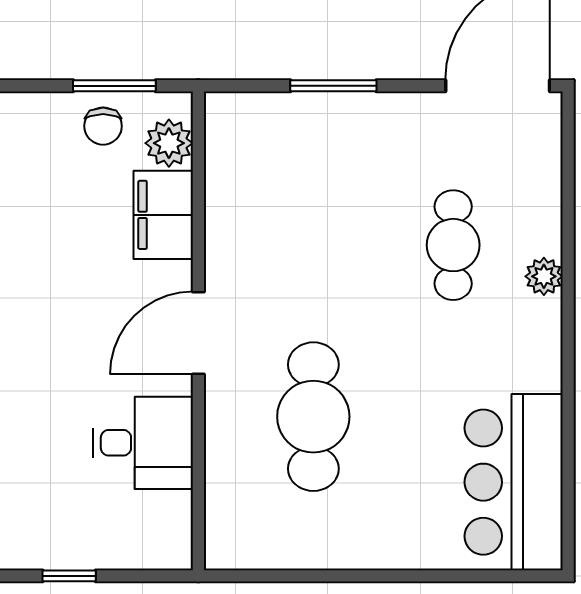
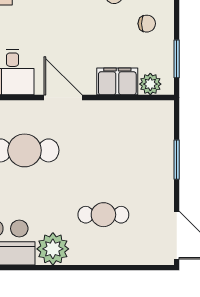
chair: (103, 126) -> (147, 24), moved, turned 180
plant: (544, 276) -> (53, 249), moved, width x1.87, depth x1.87

